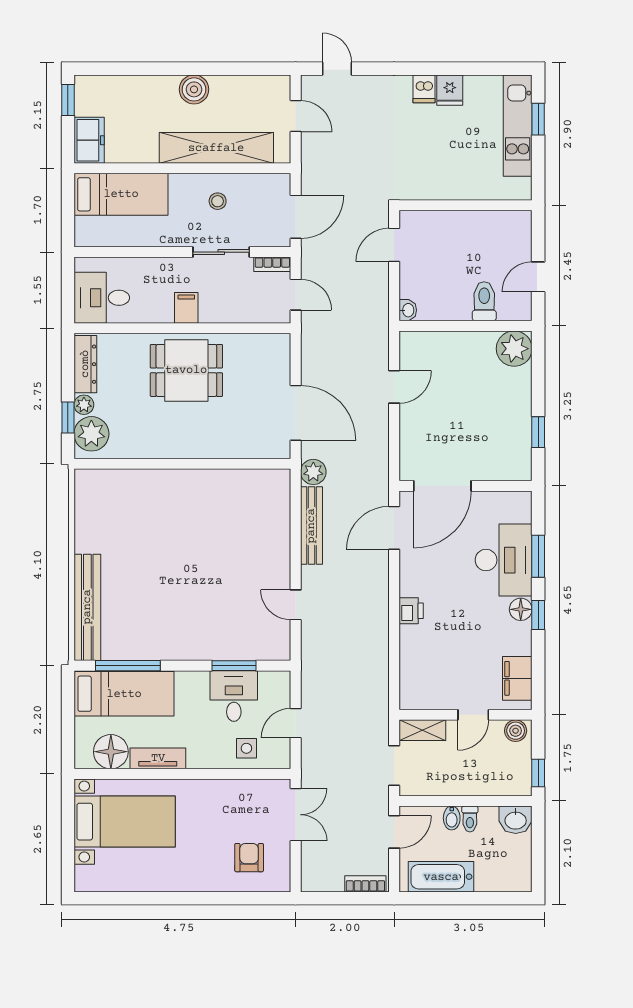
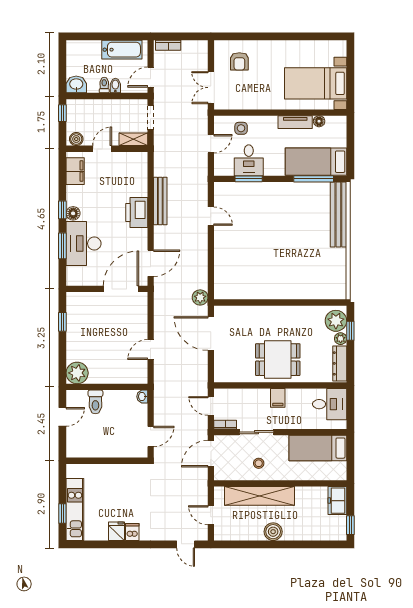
bed: (121, 194) -> (318, 448), moved
bench: (311, 526) -> (160, 201), moved
printer: (411, 611) -> (137, 212), width x1.87, depth x1.48
floor lamp: (111, 752) -> (319, 121), width x0.53, depth x0.53

